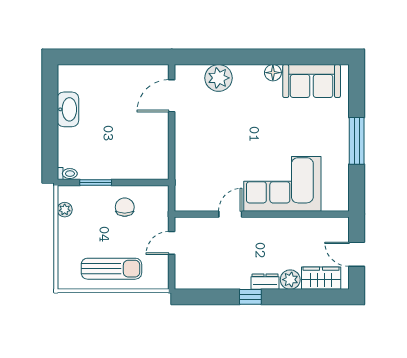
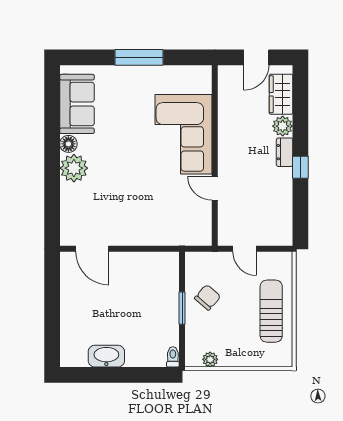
plant: (219, 78) -> (74, 168), moved
window: (96, 182) -> (182, 308), moved
chair: (125, 207) -> (208, 297), turned 131

